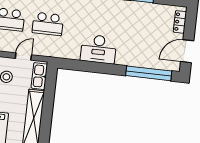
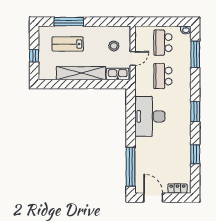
desk: (99, 49) -> (150, 116), width x1.36, depth x1.30
door: (23, 57) -> (133, 58), hinge flipped

